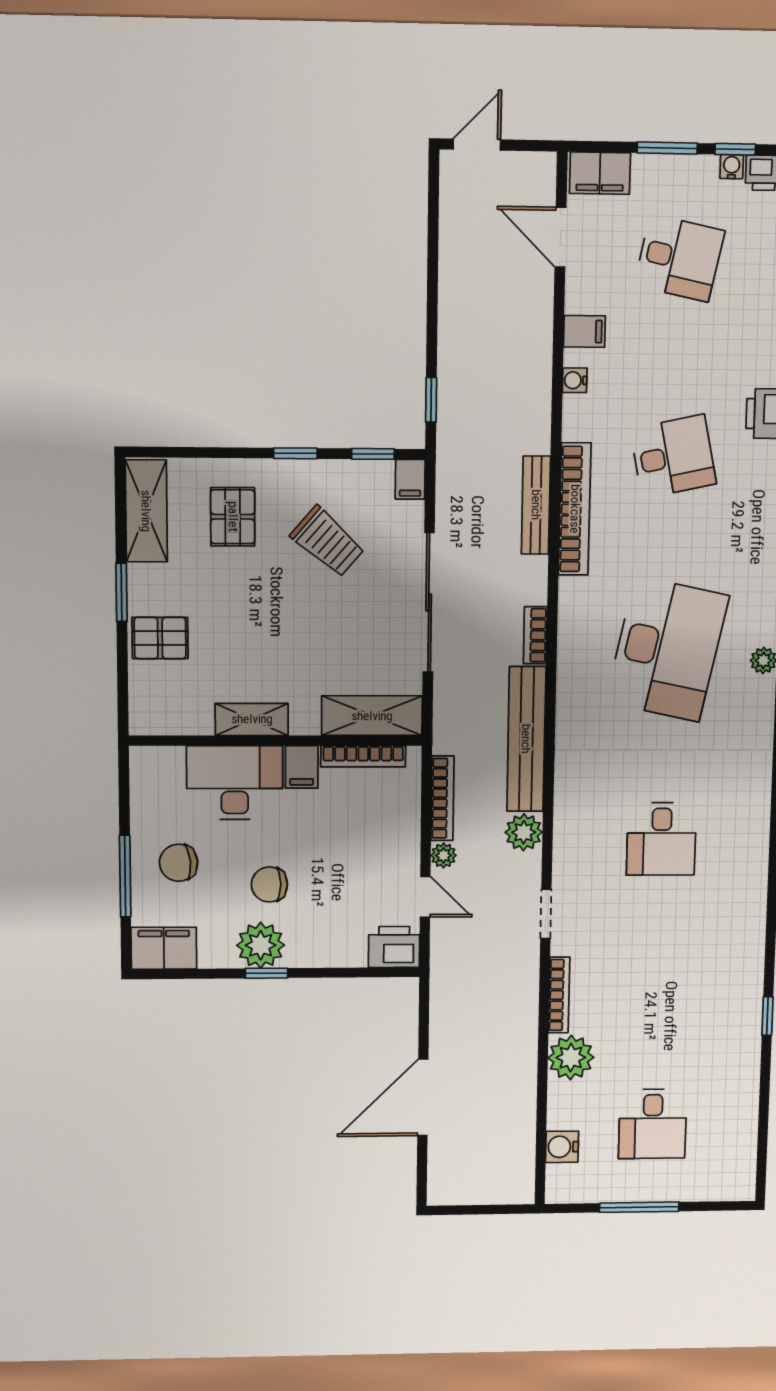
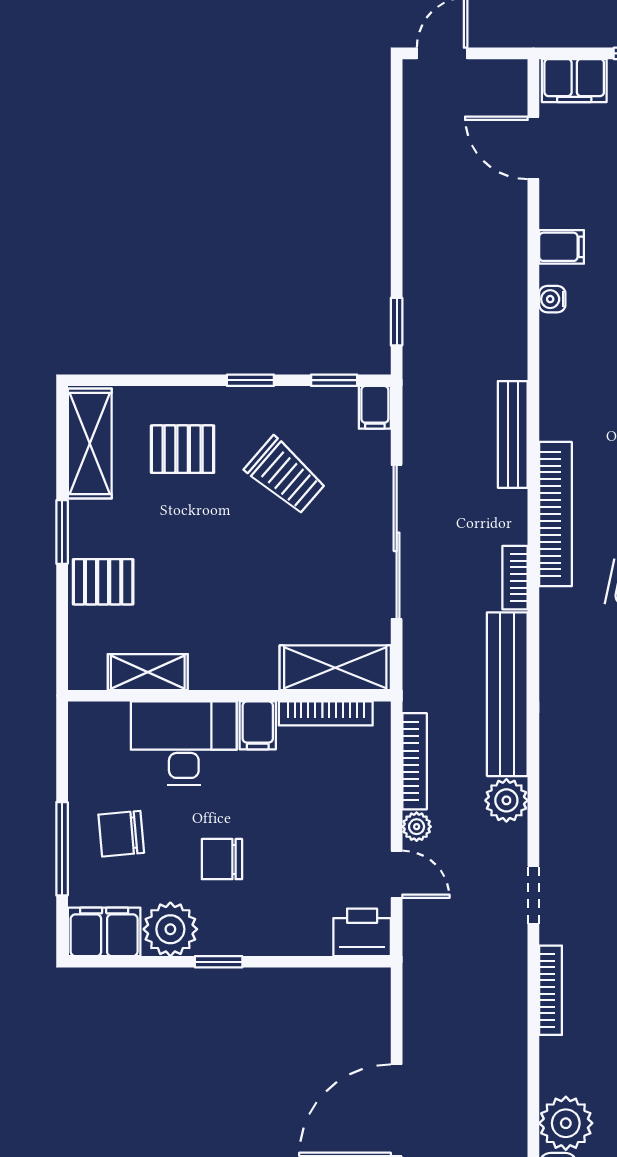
bookcase: (575, 509) -> (555, 514), moved
pallet: (233, 517) -> (183, 449), turned 90
shelving: (252, 719) -> (148, 672), moved
plant: (261, 945) -> (170, 929), moved
plant: (571, 1058) -> (566, 1123), moved

